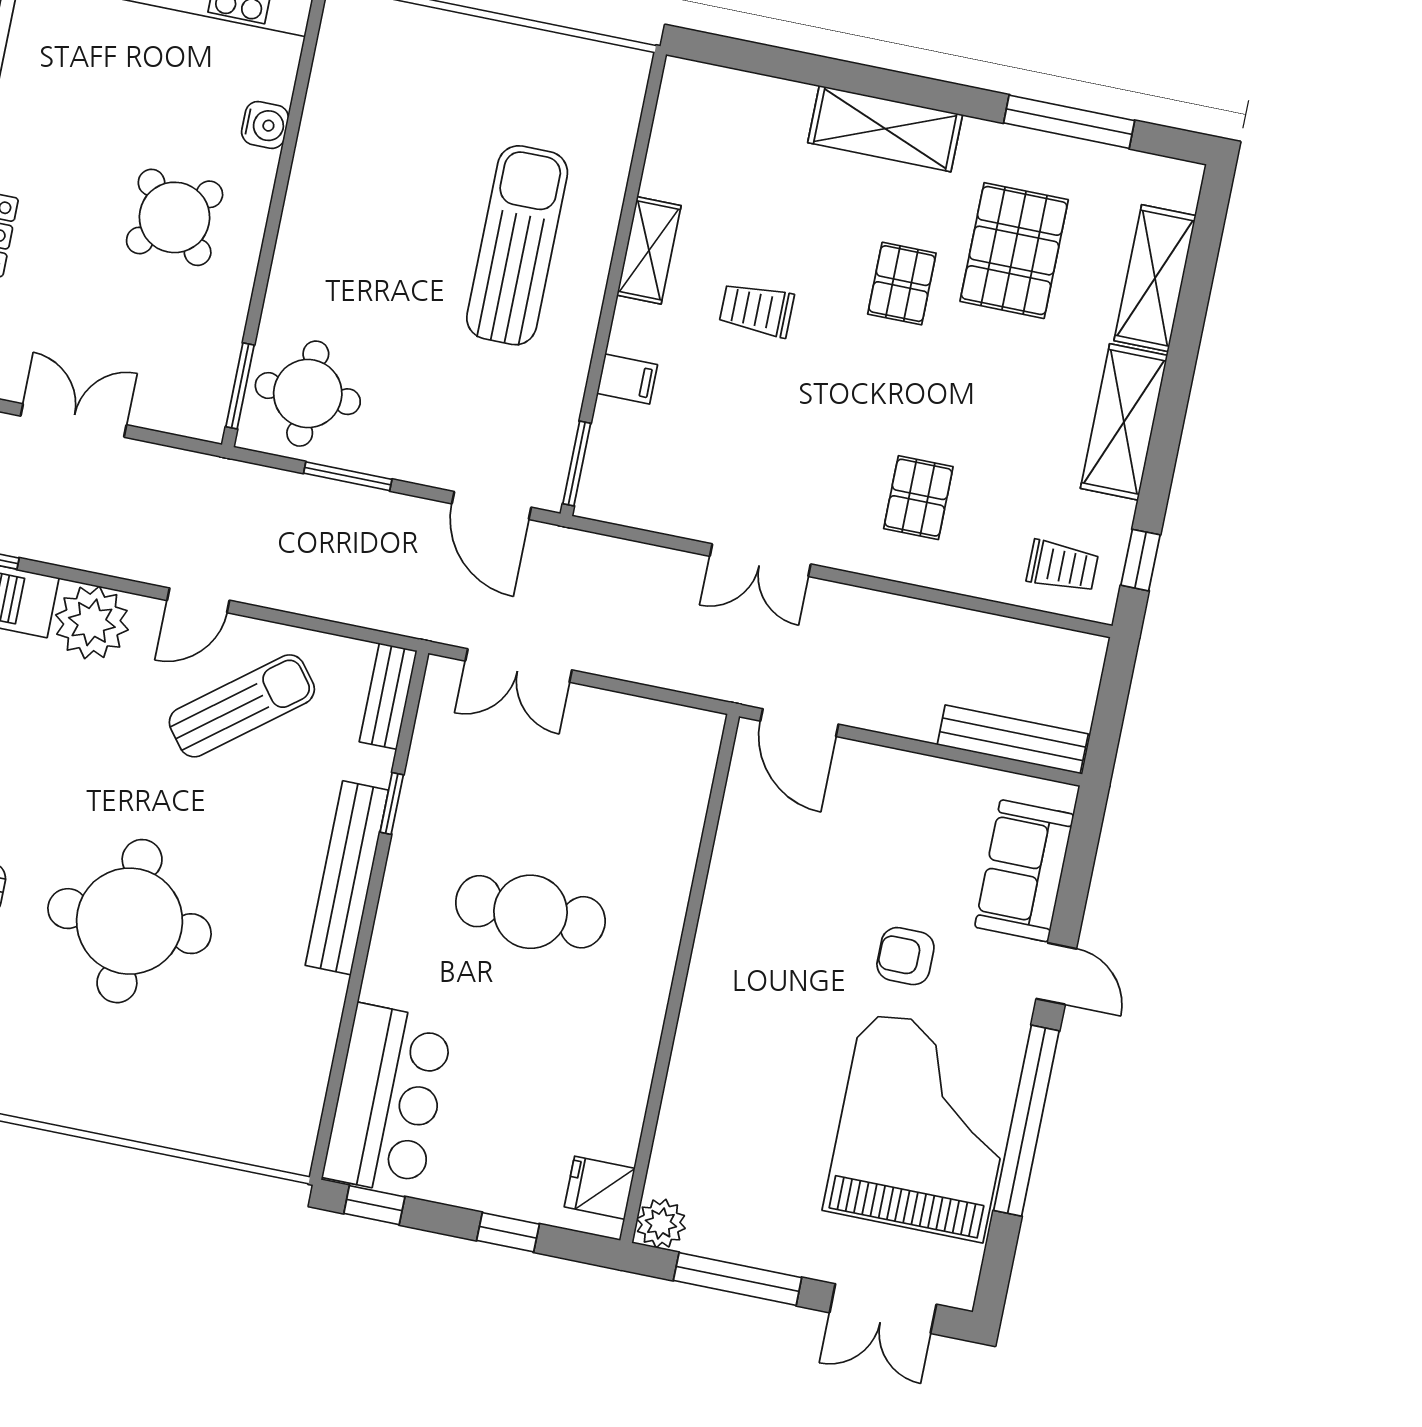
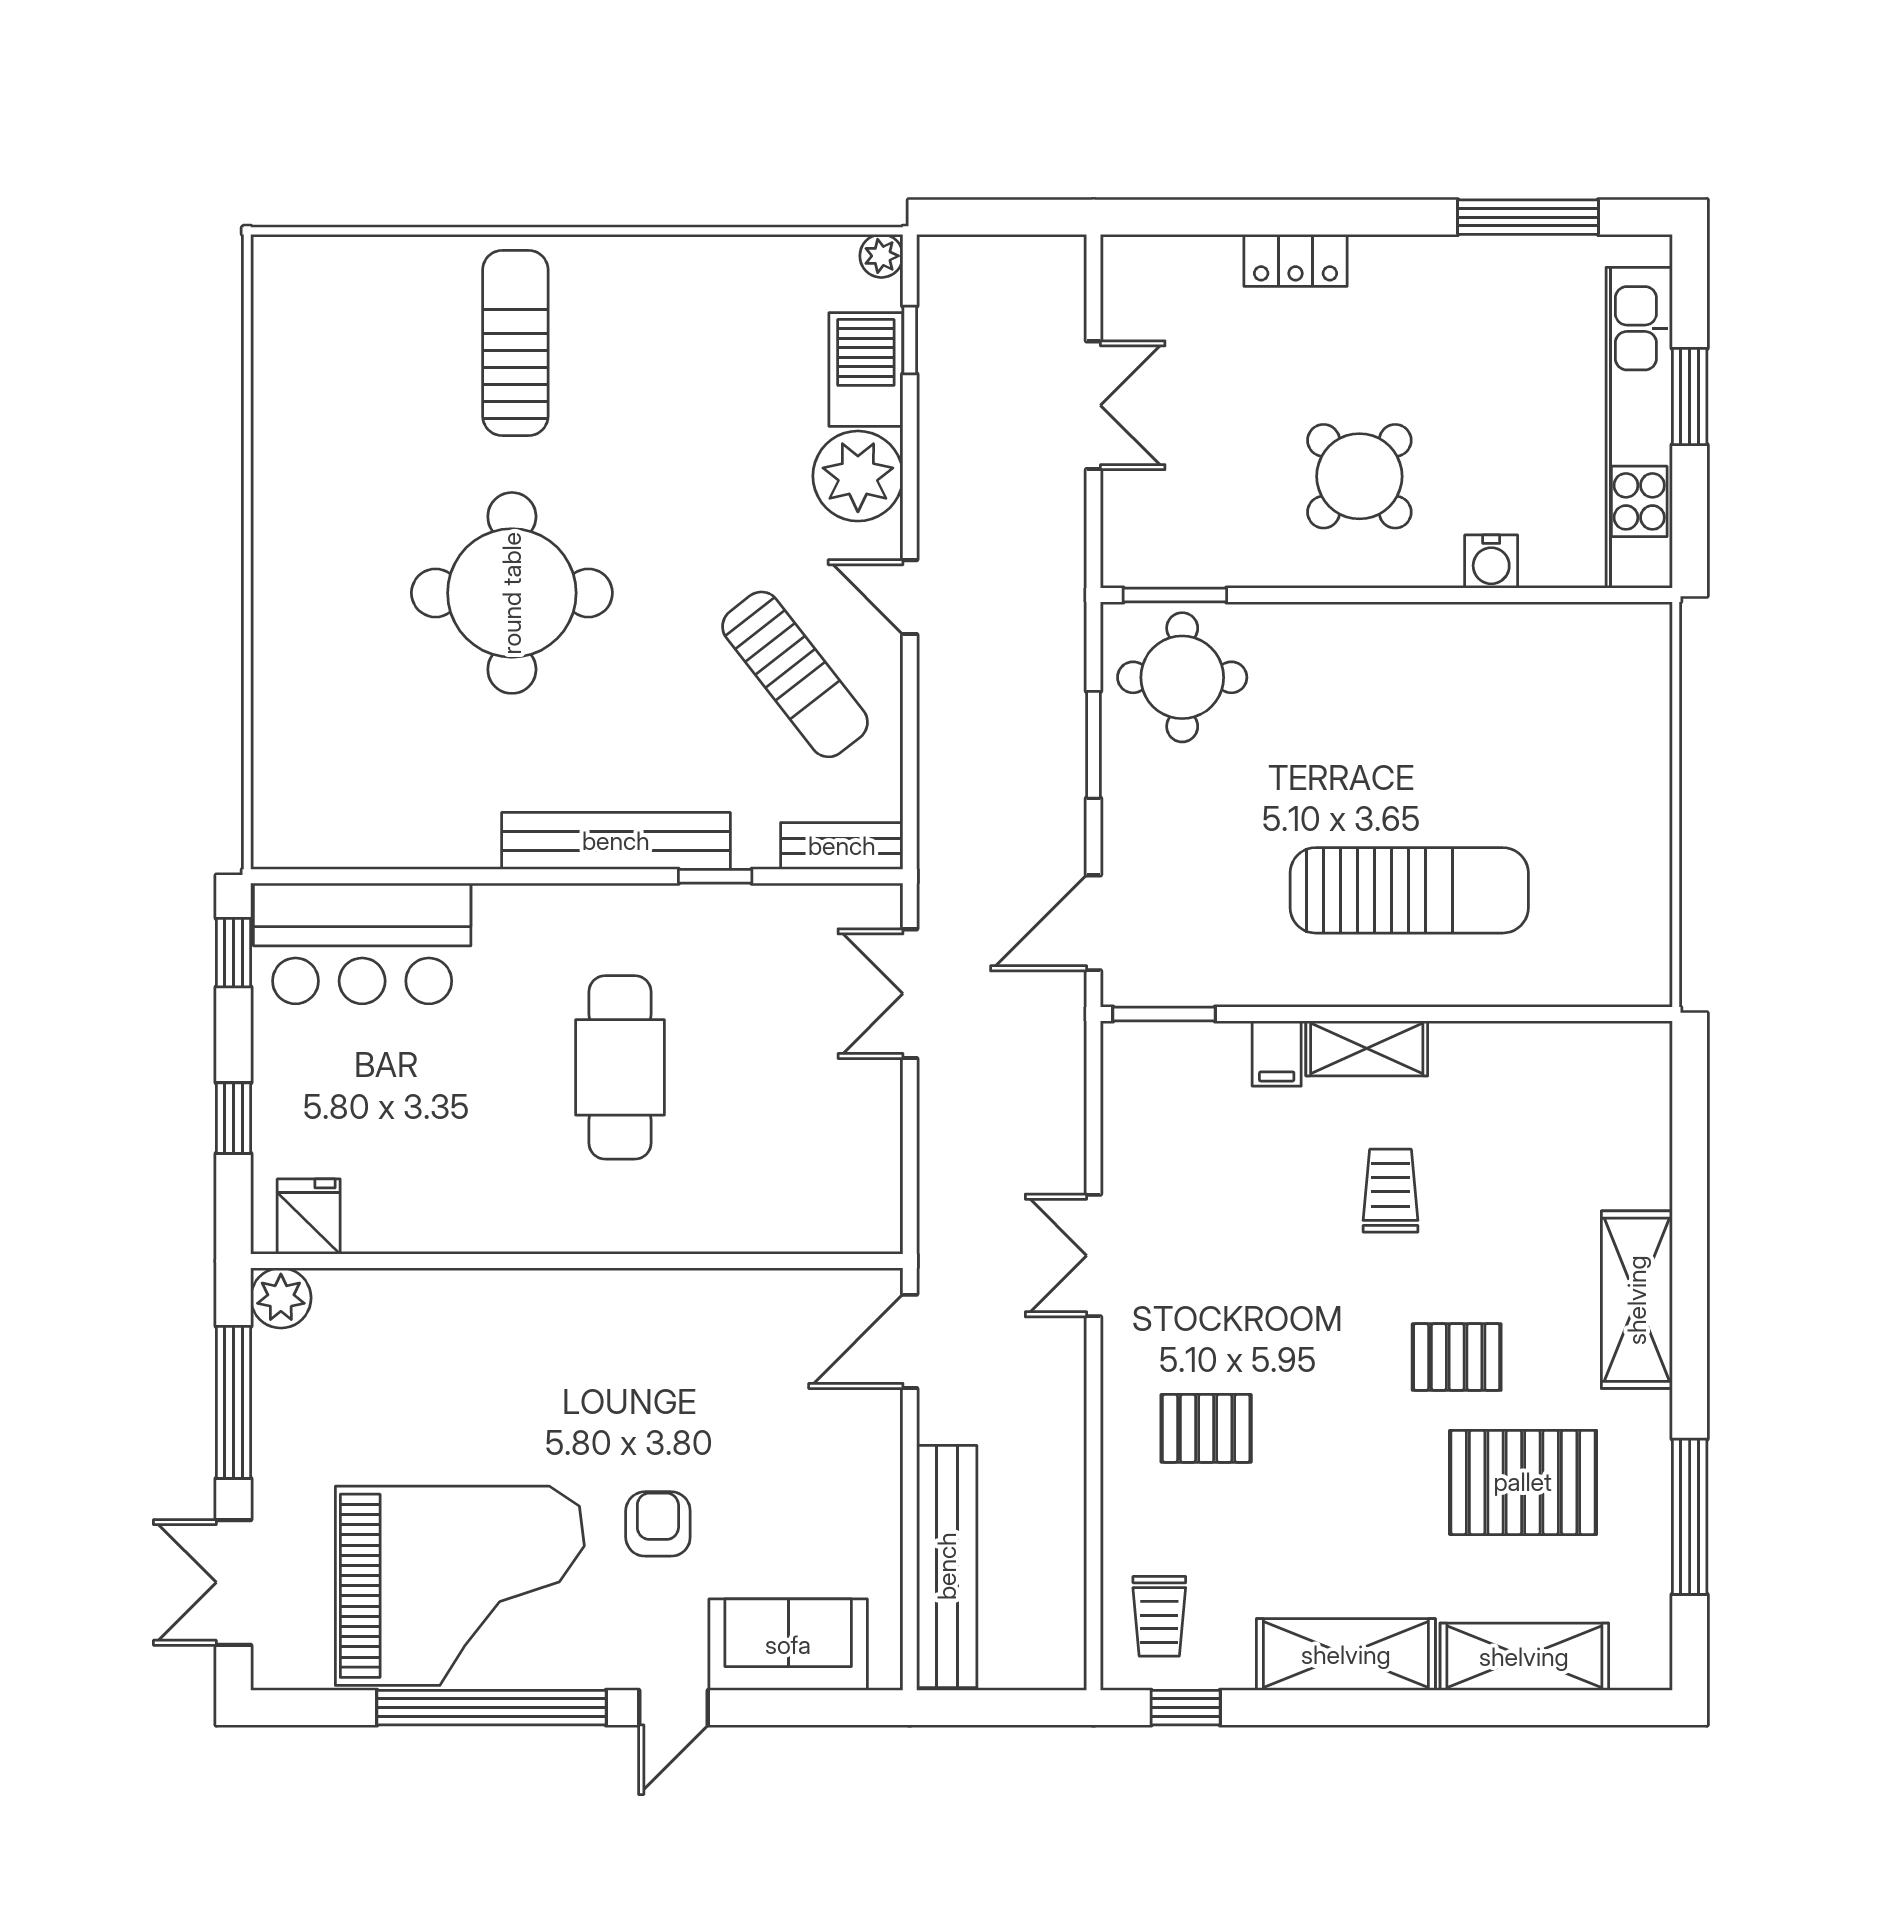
shelving: (649, 250) -> (1367, 1048), moved
bench: (1013, 739) -> (947, 1566), width x1.37, depth x1.21

